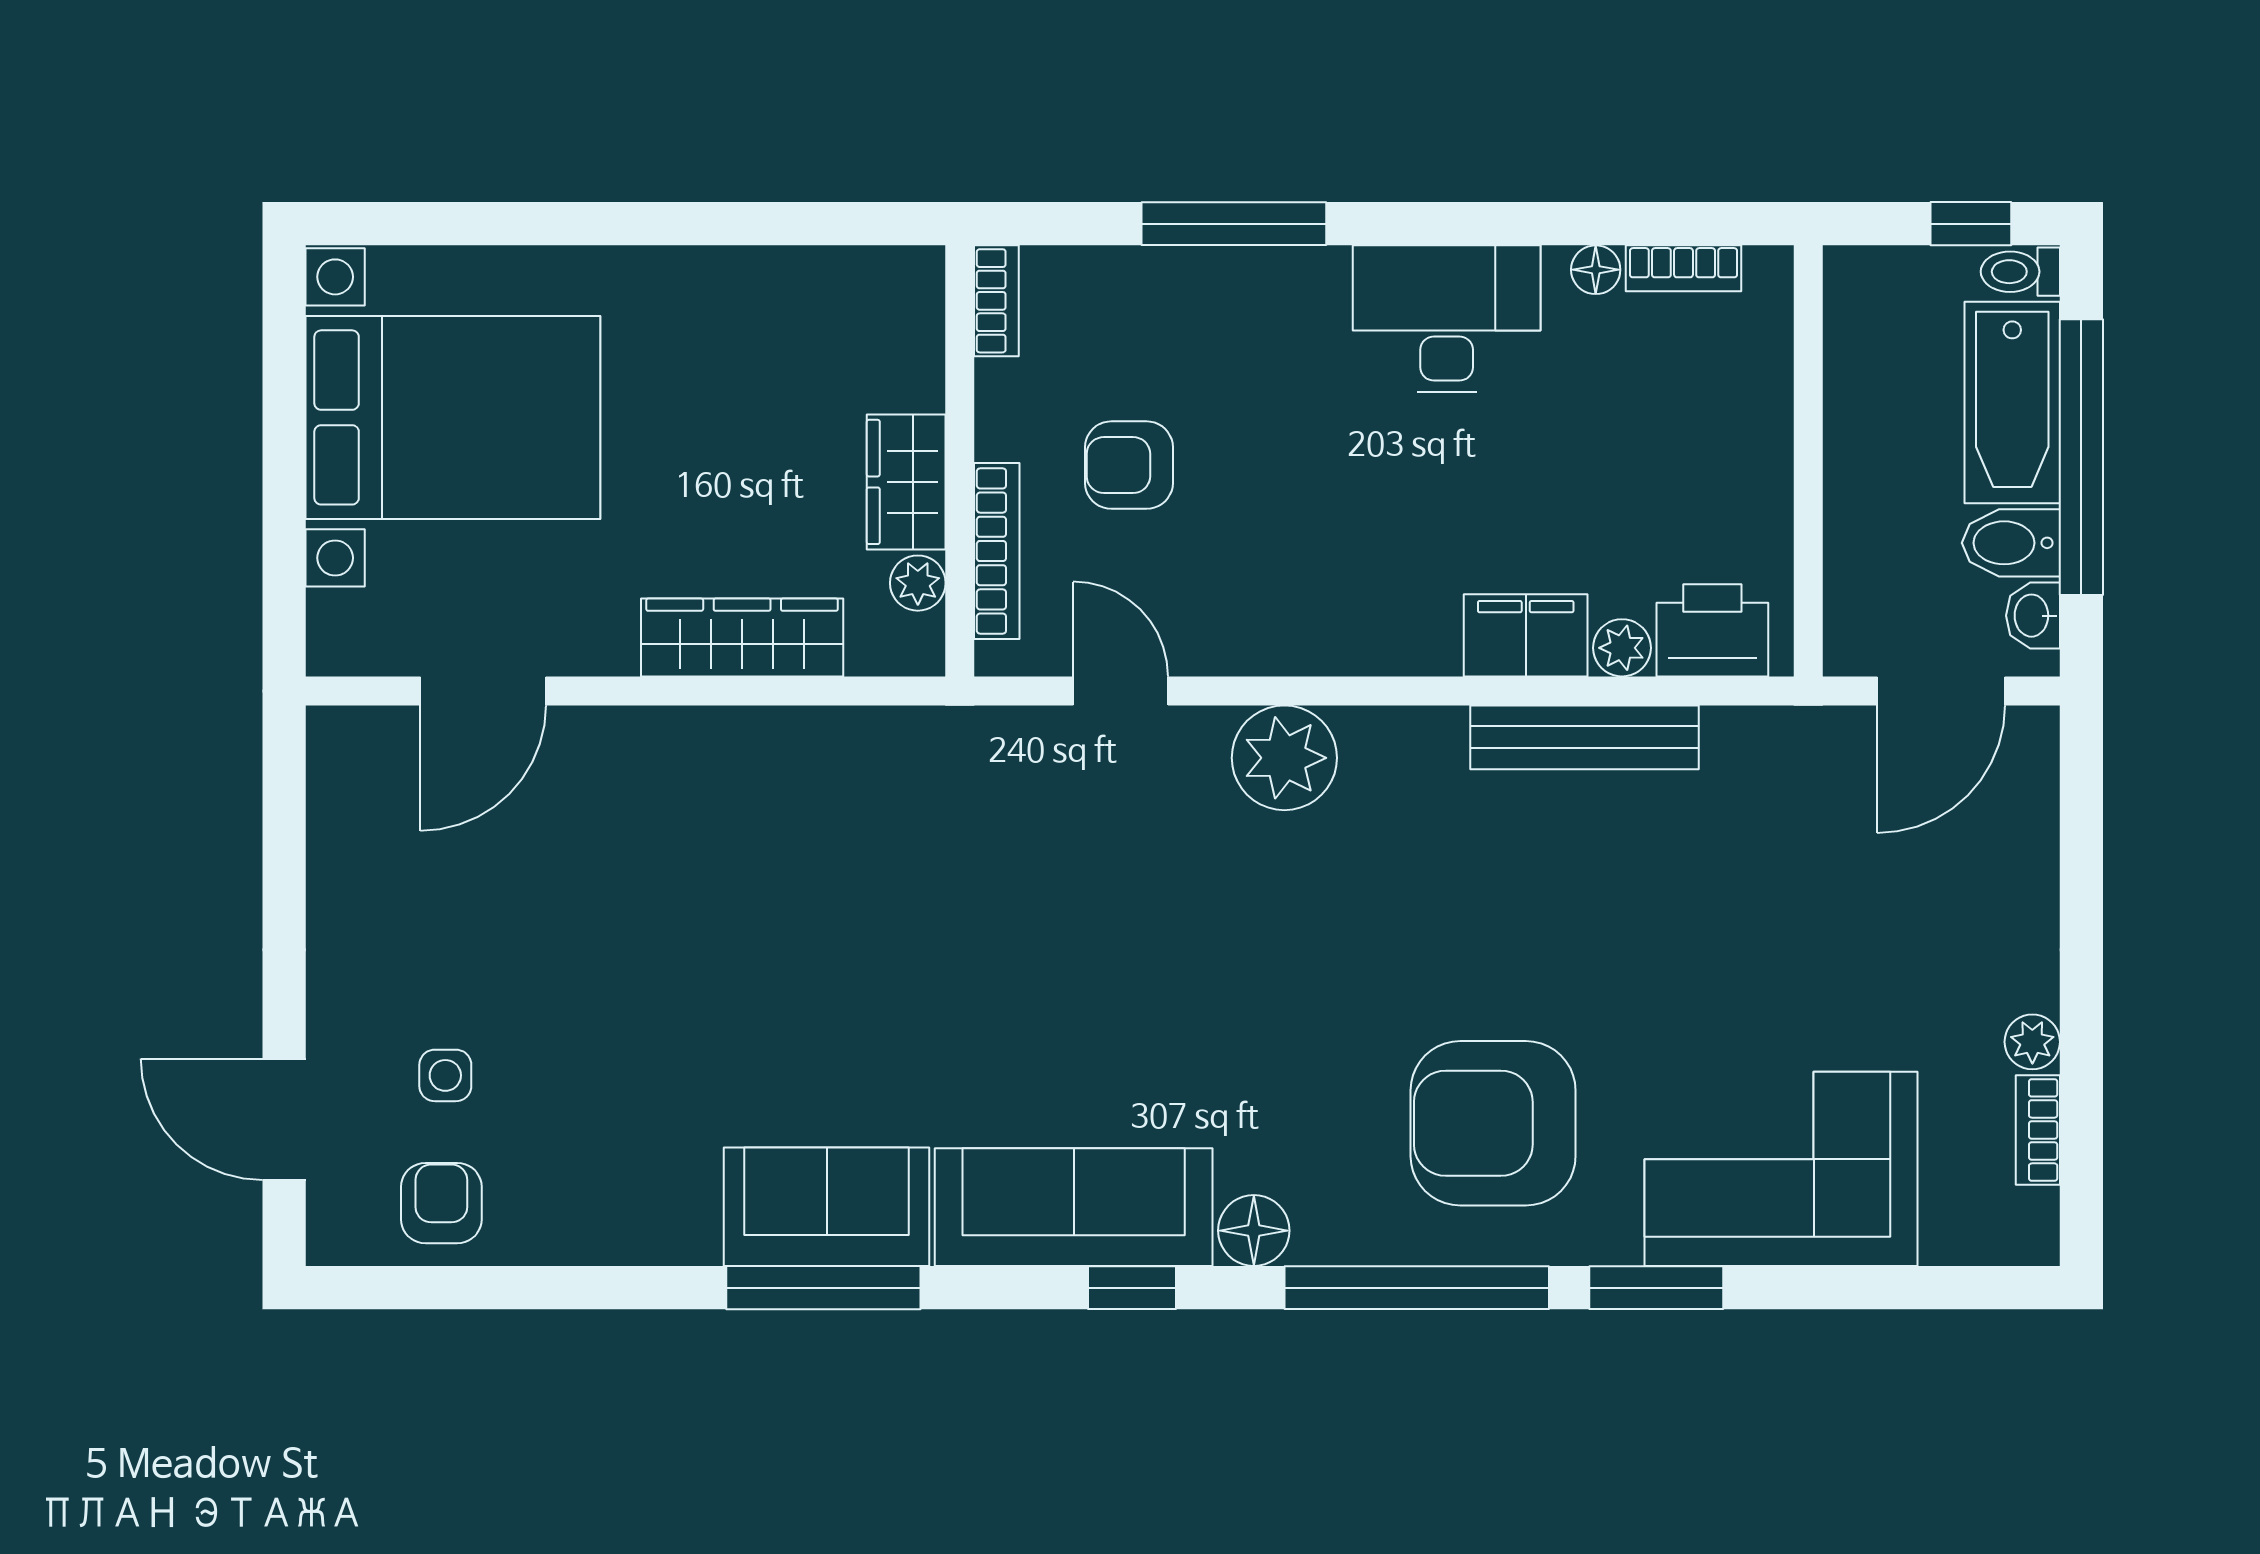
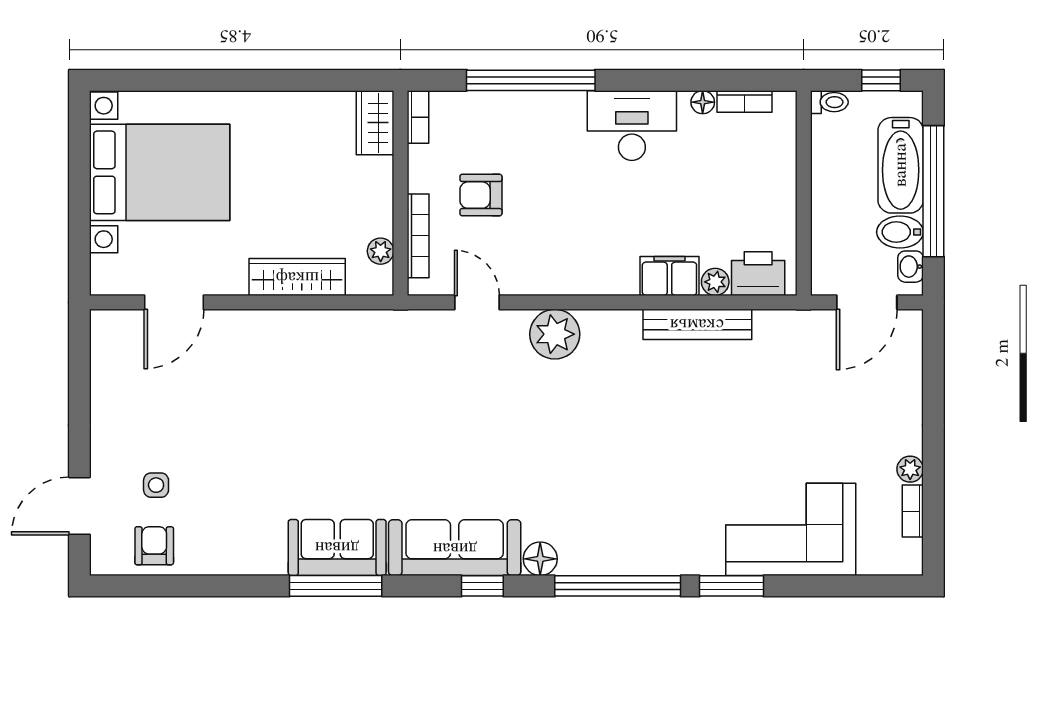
window: (1234, 224) -> (531, 80), width x1.46
toilet: (2020, 272) -> (829, 102), moved, turned 180
wardrobe: (906, 482) -> (375, 123), moved
door: (284, 1119) -> (79, 506), hinge flipped
armchair: (1493, 1123) -> (654, 508), removed

